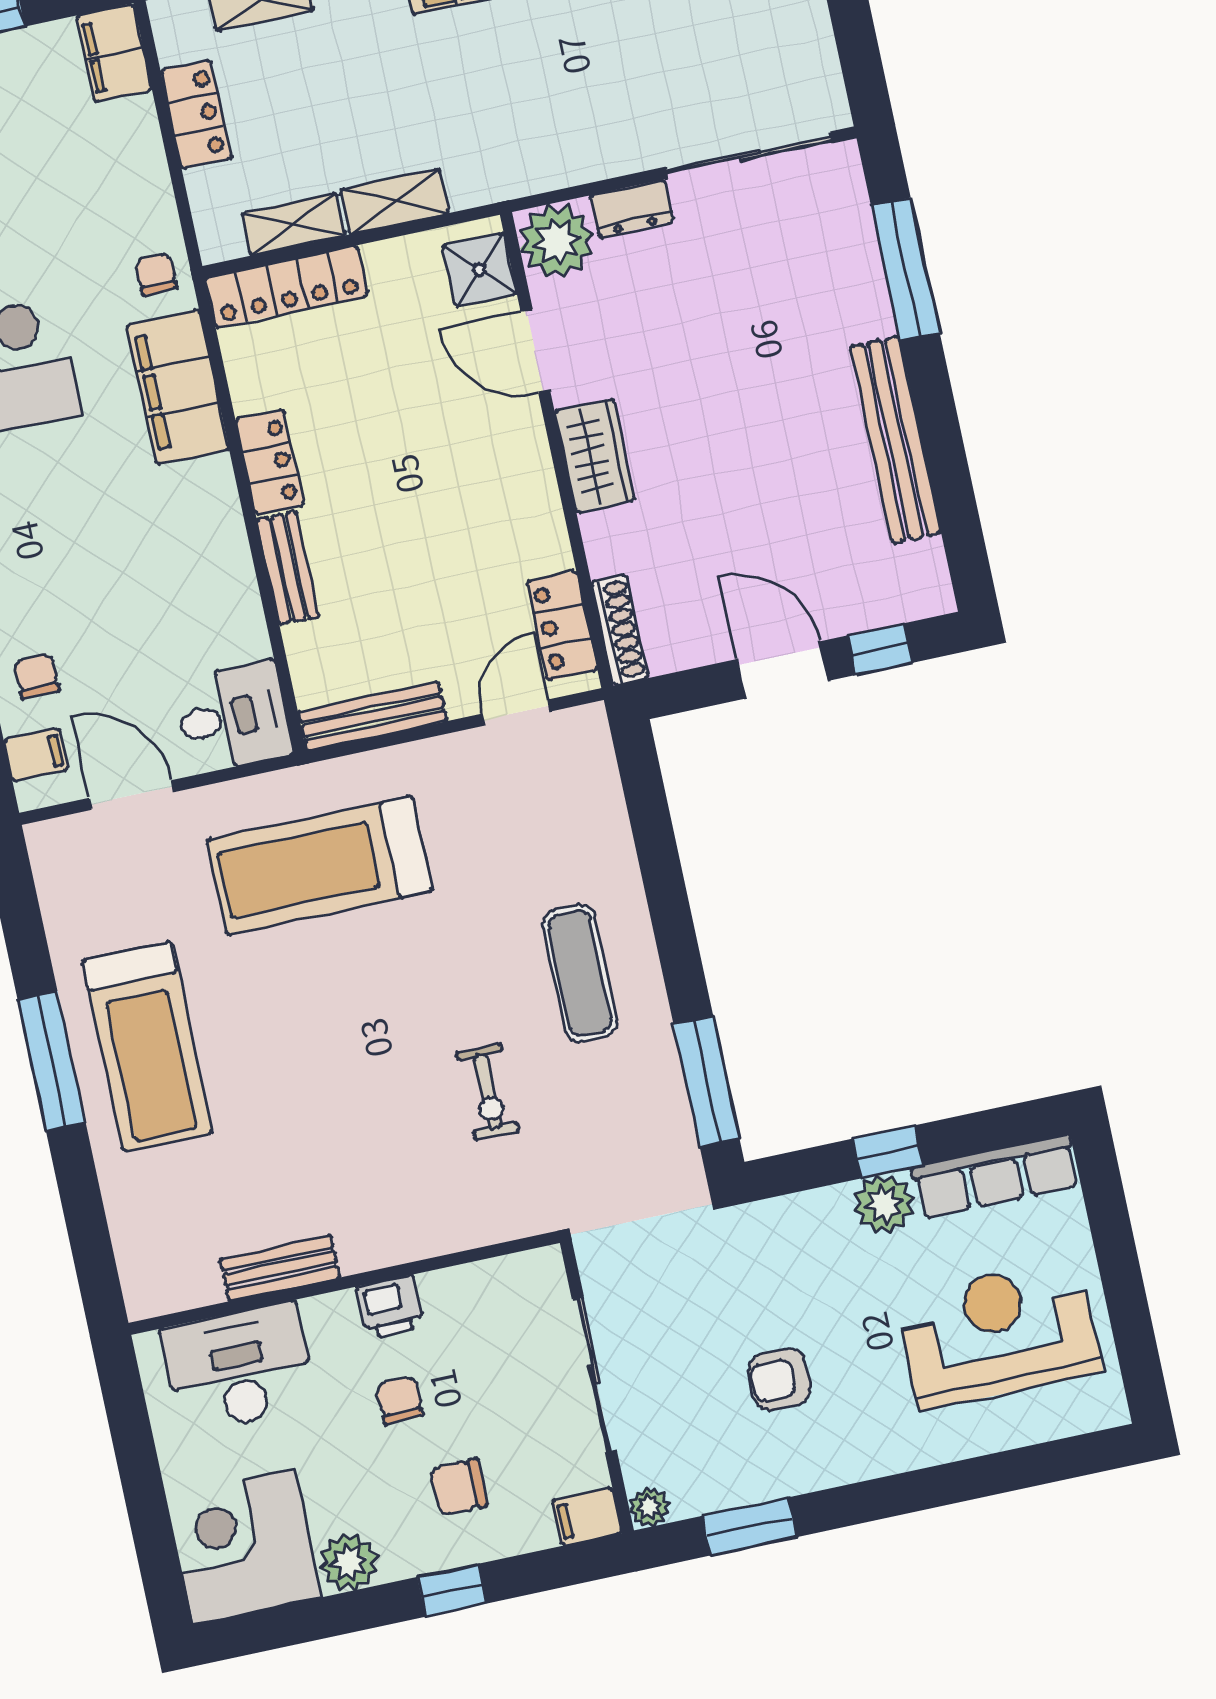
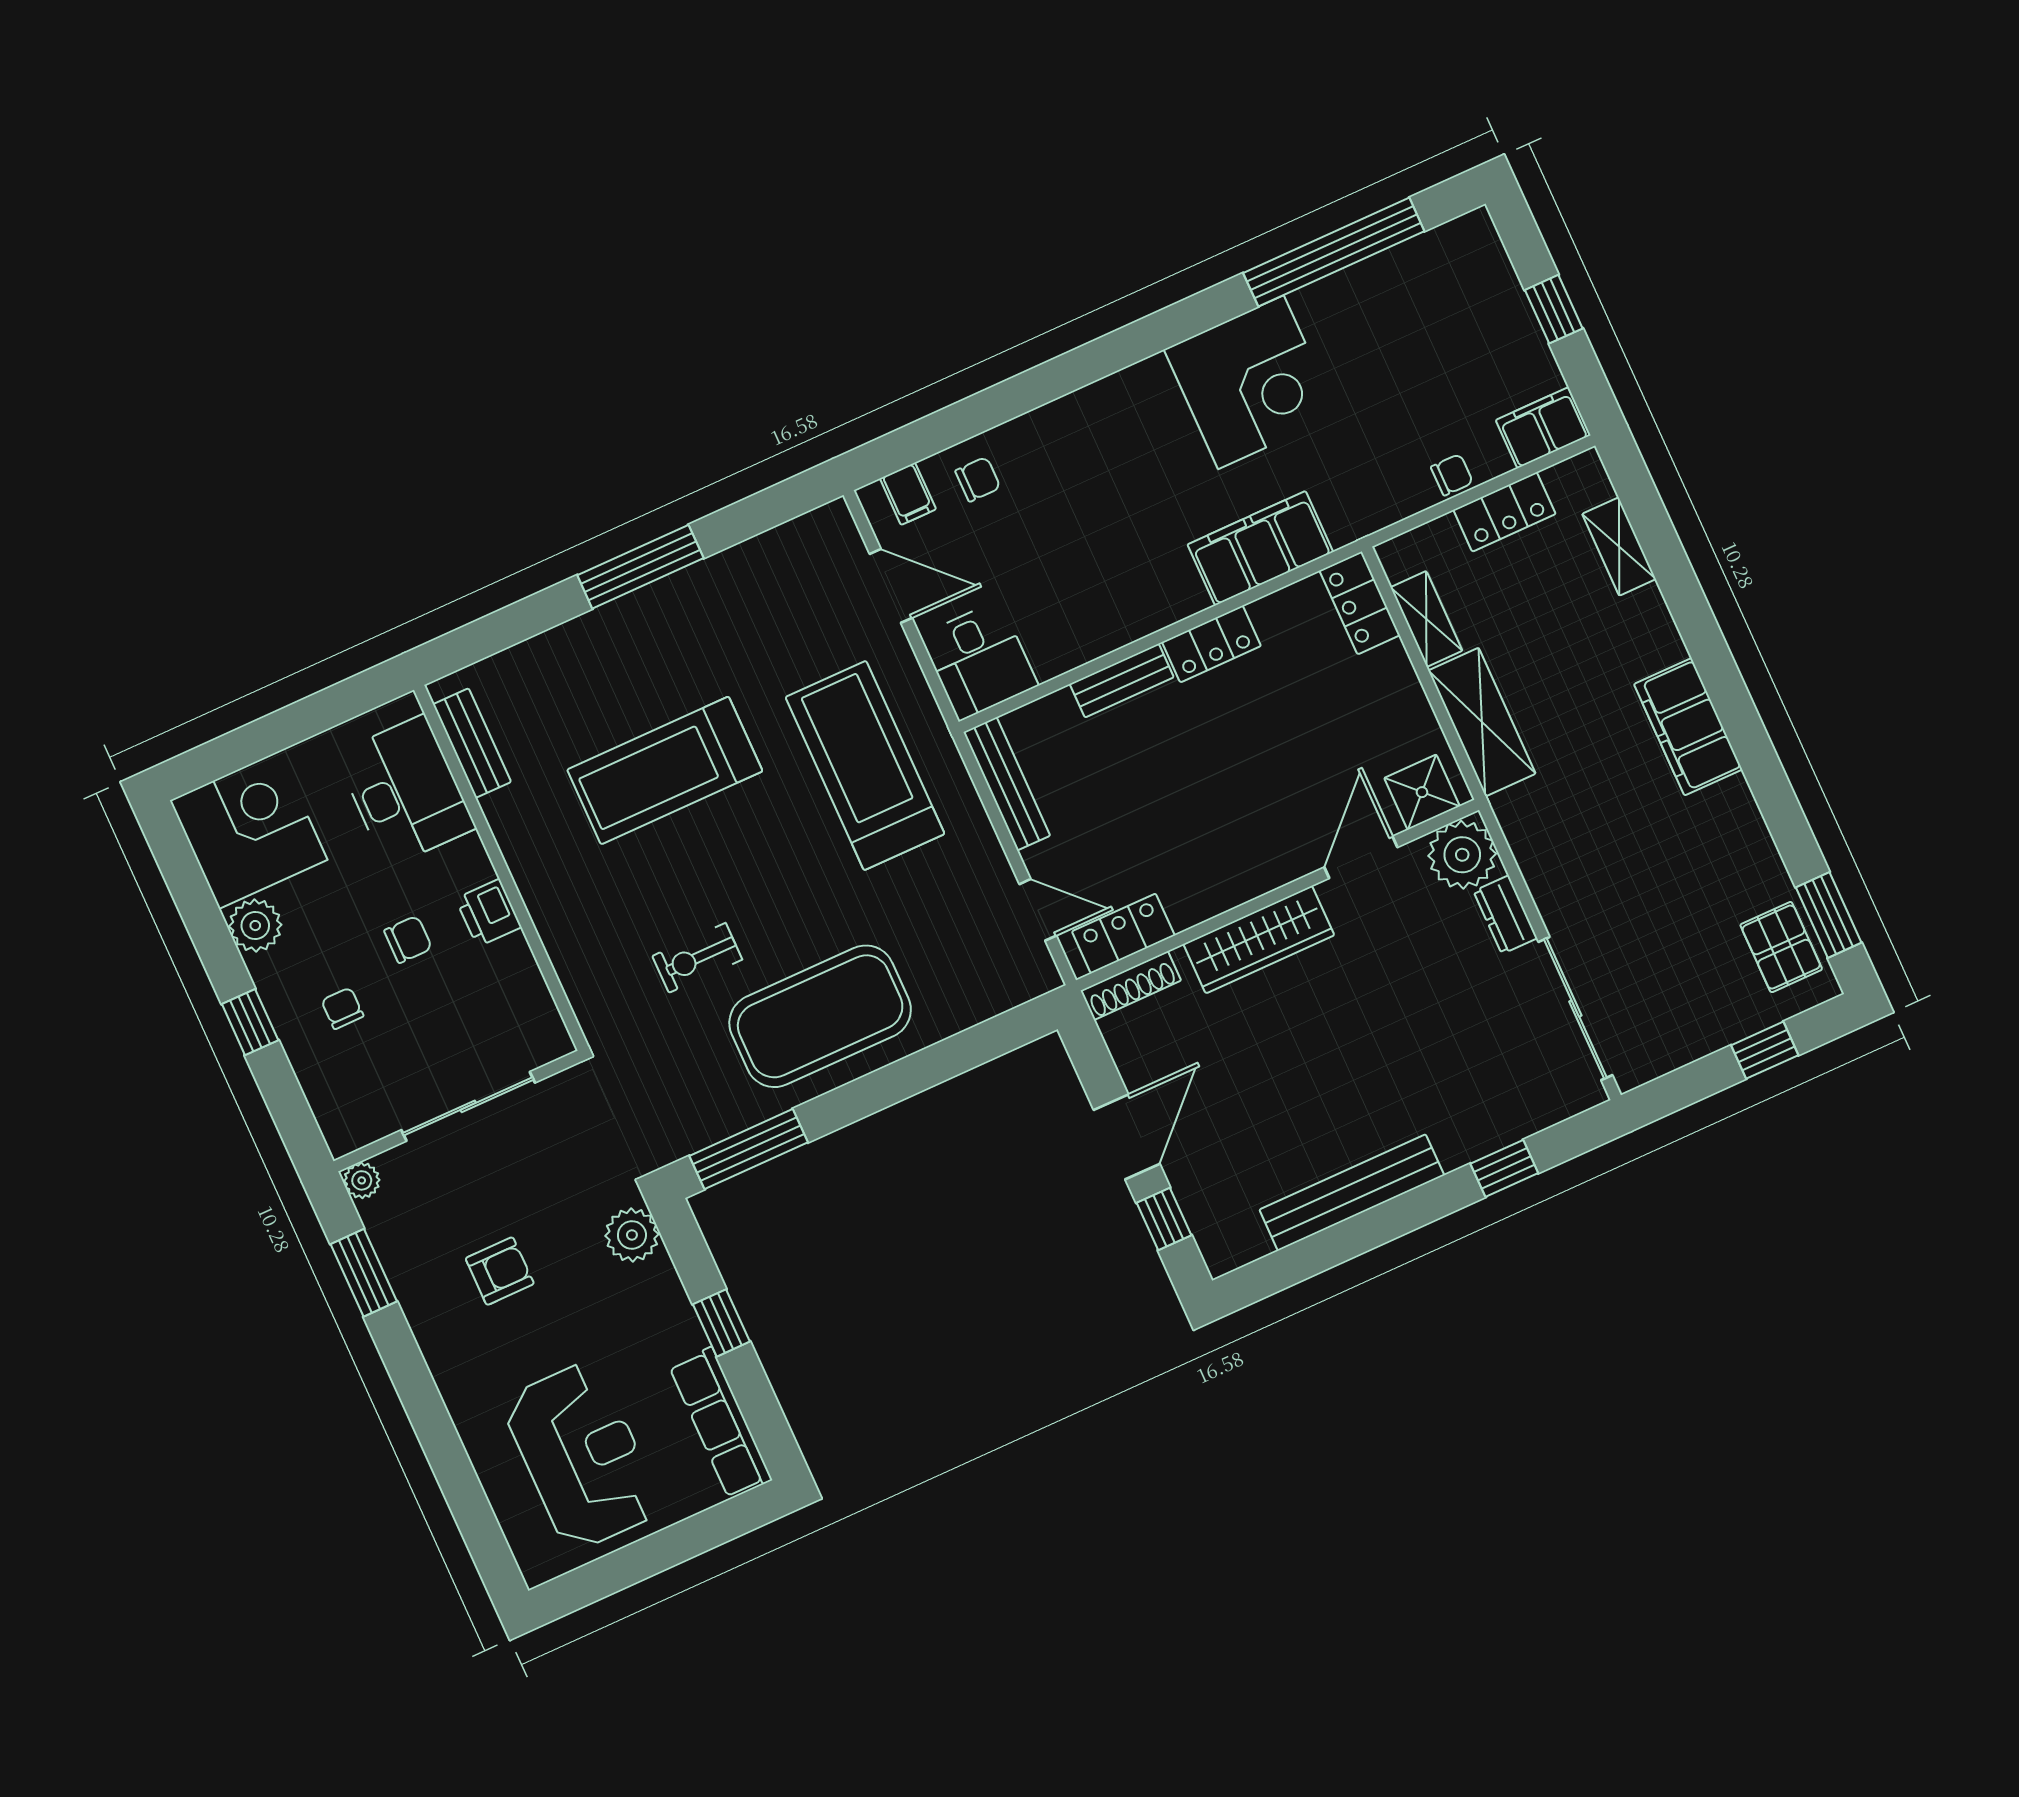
shelving: (394, 201) -> (1482, 722), width x1.50, depth x1.33
window: (905, 269) -> (1504, 1168), width x0.46
chair: (156, 274) -> (1452, 475), moved
locker: (287, 287) -> (1360, 603), width x0.66
wardrobe: (595, 455) -> (1259, 940), width x1.50
door: (132, 795) -> (891, 586), hinge flipped
exercise mat: (580, 973) -> (820, 1016), width x2.00, depth x1.45
treadmill: (147, 1047) -> (665, 770), moved
plant: (884, 1204) -> (632, 1235), moved
bench: (280, 1268) -> (472, 743), moved
armchair: (780, 1379) -> (500, 1271), turned 90
chair: (459, 1487) -> (342, 1008), width x0.73, depth x0.73
filing cabinet: (587, 1517) -> (341, 1127), removed

